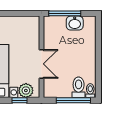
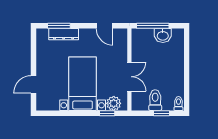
door: (17, 13) -> (105, 26), added
toilet: (79, 87) -> (155, 100), moved
window: (73, 100) -> (162, 113), width x0.46

